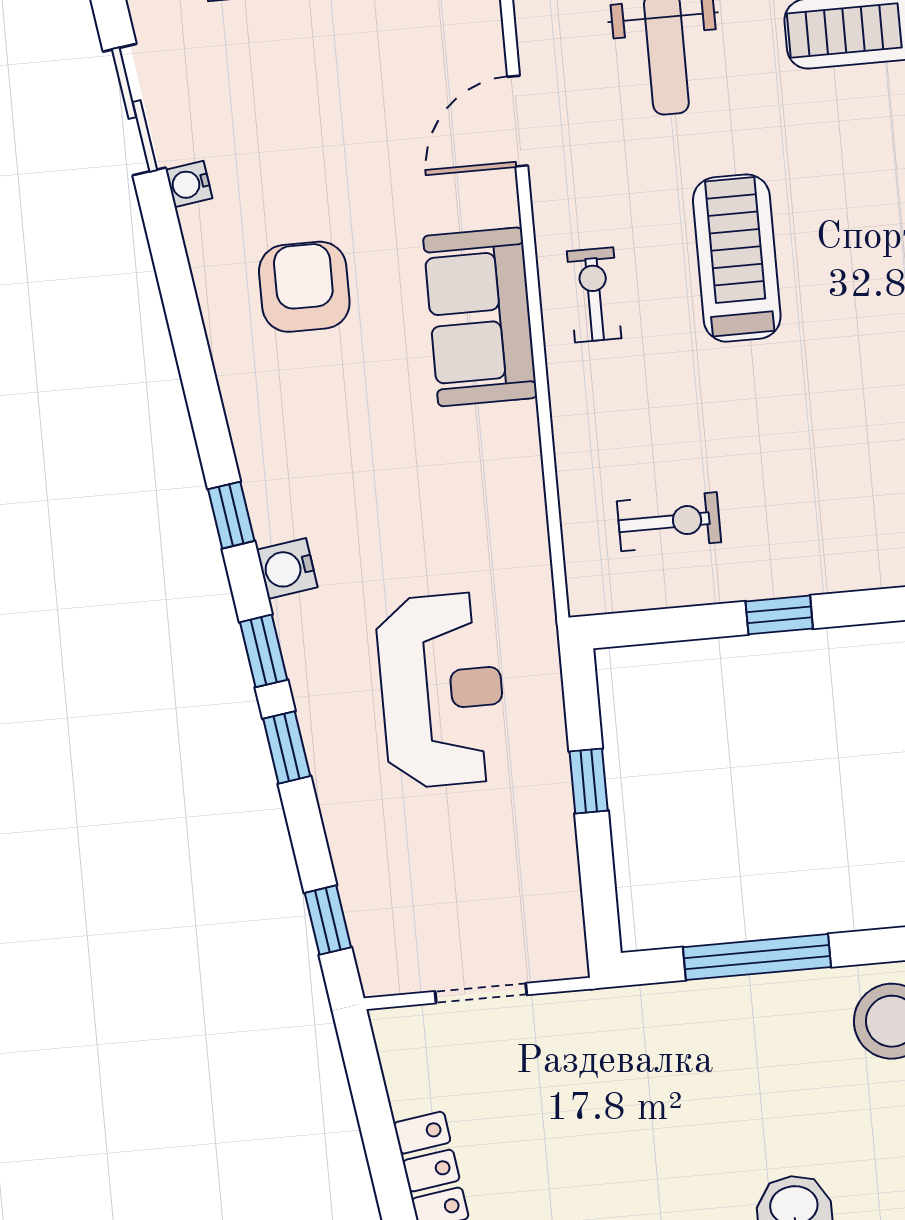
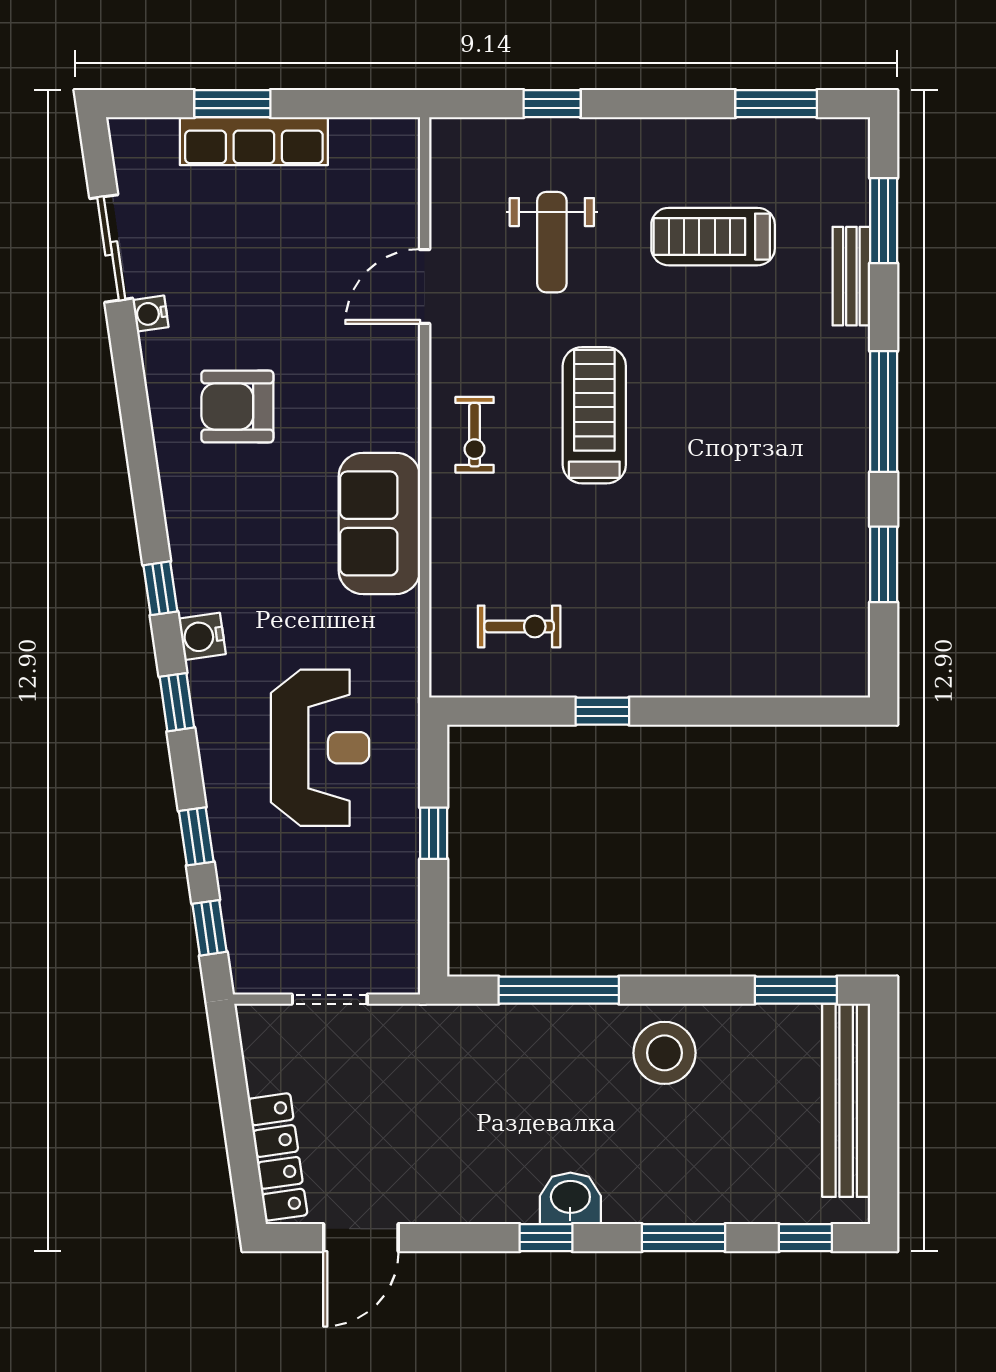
armchair: (304, 287) -> (237, 407), turned -90
exercise bike: (594, 295) -> (475, 435), turned 180
sofa: (480, 317) -> (379, 523), moved
window: (287, 747) -> (196, 836), moved

